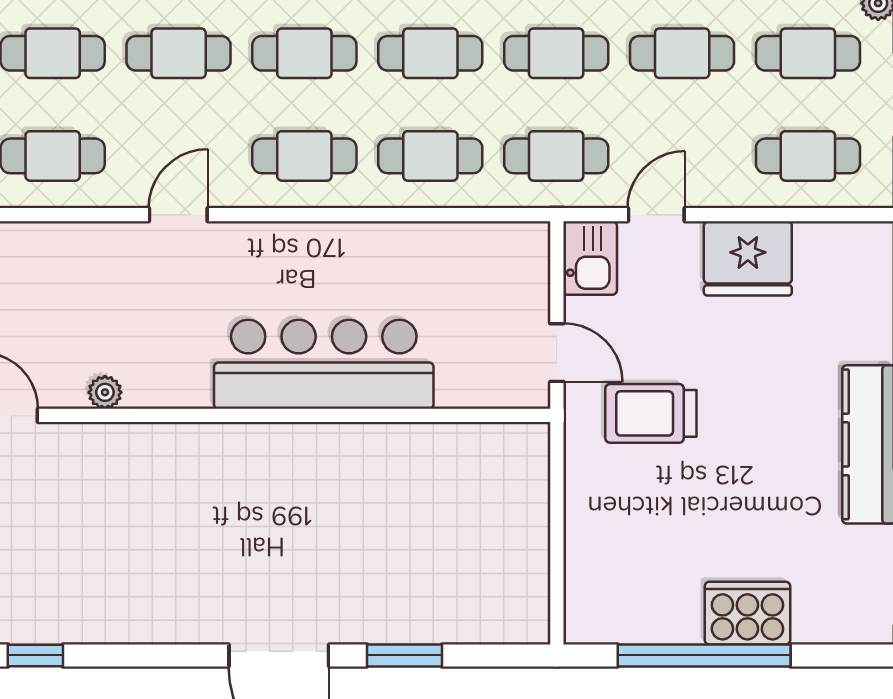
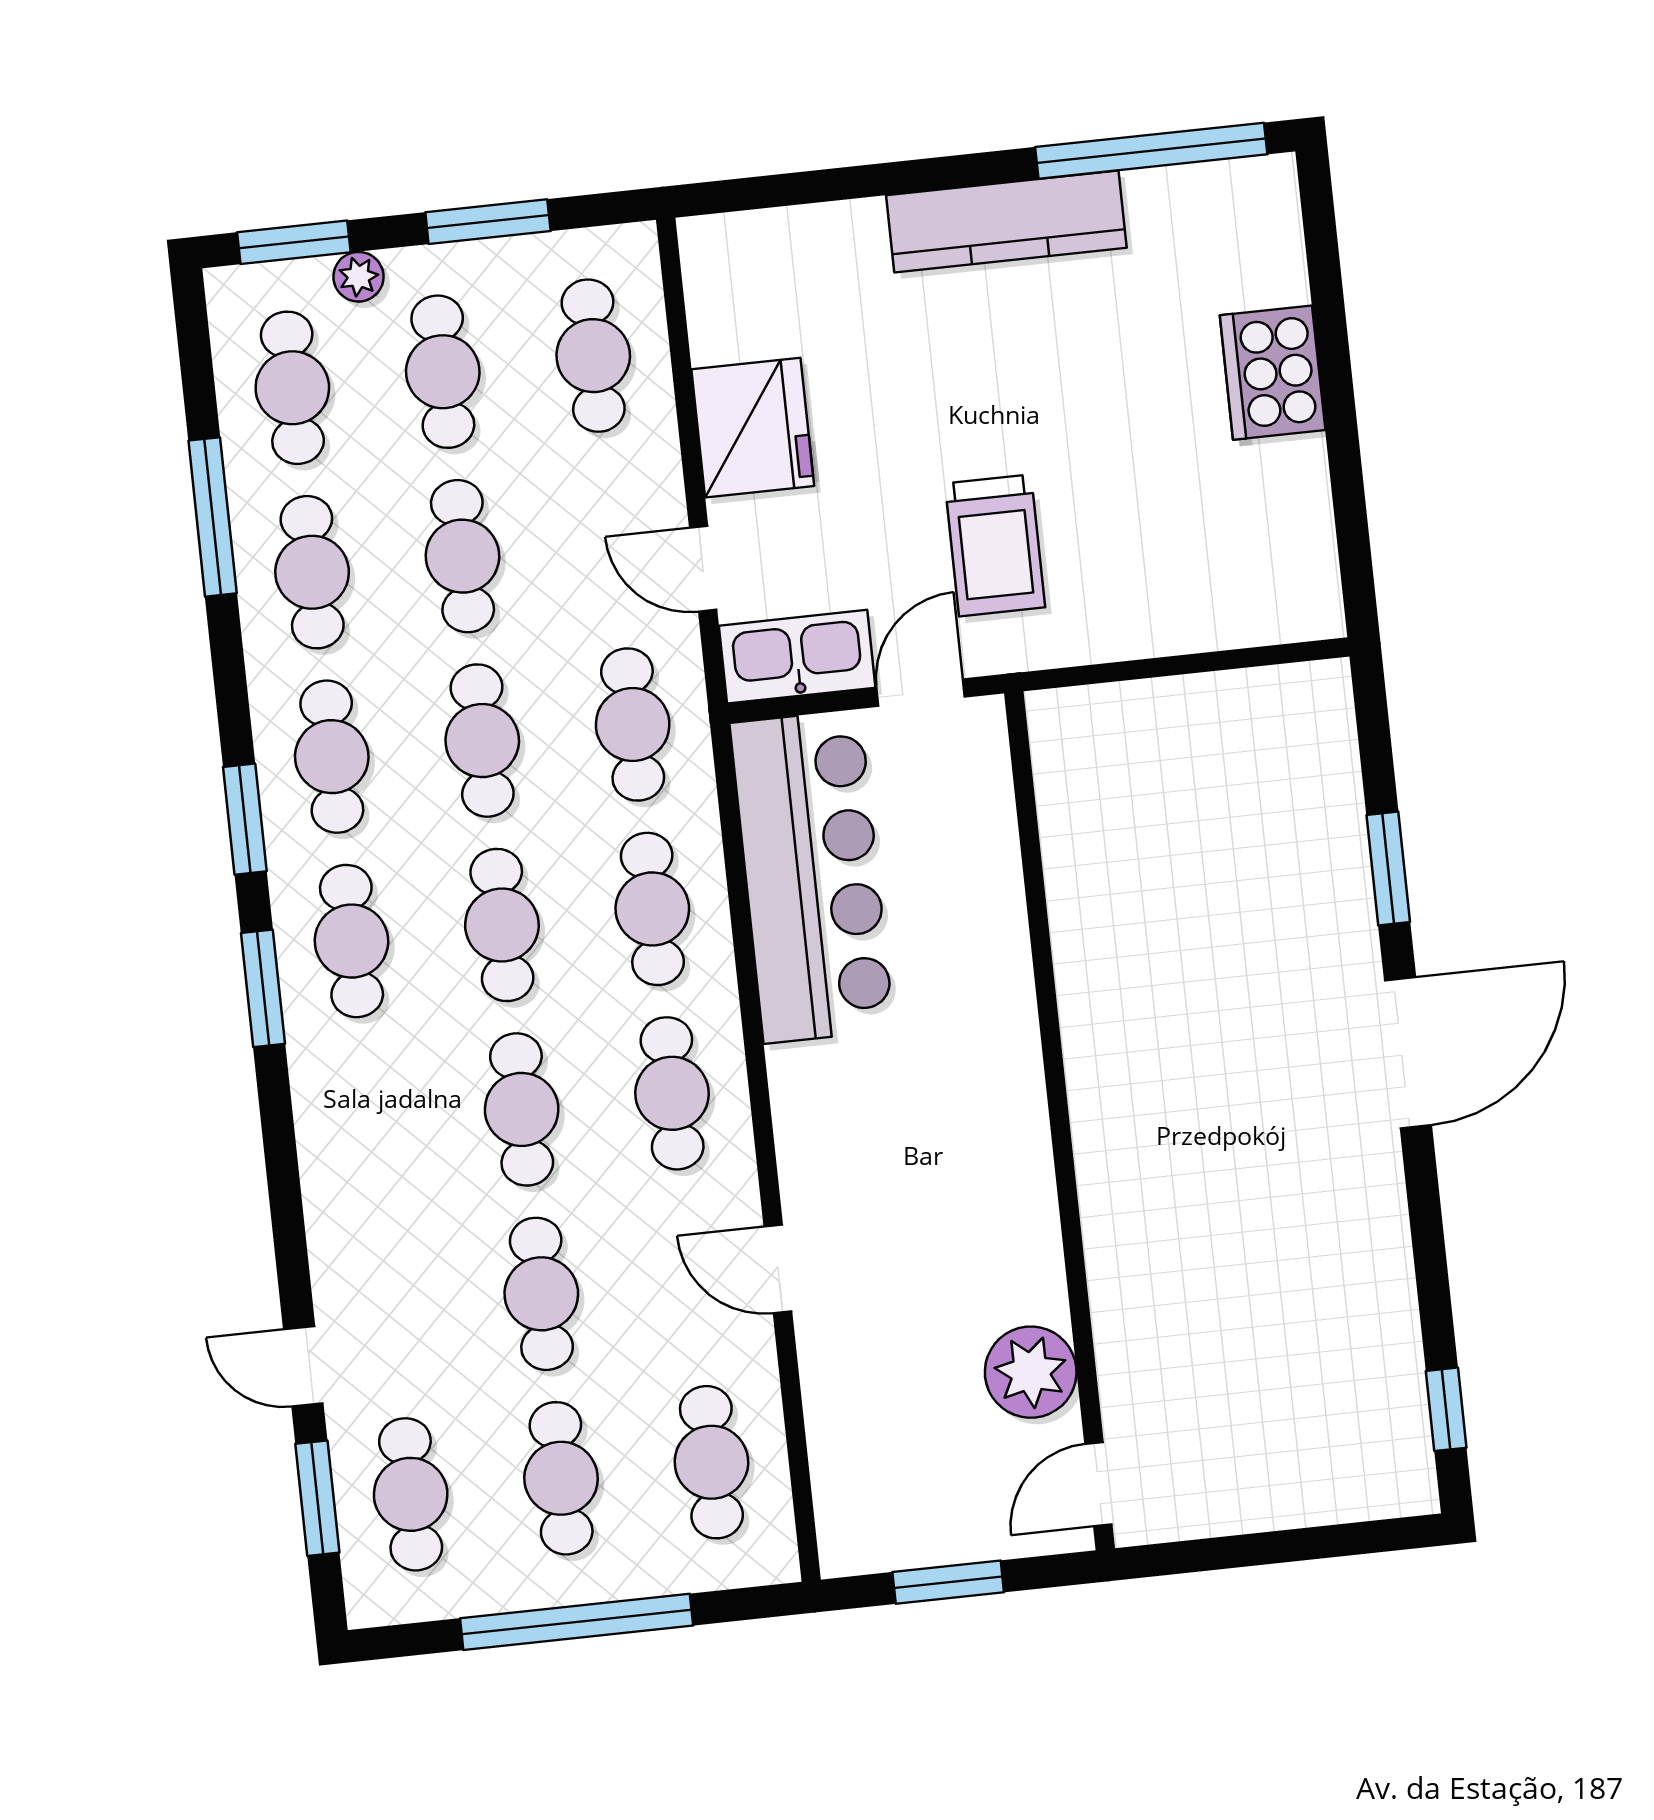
kitchen sink: (590, 258) -> (797, 657), width x1.38
bar counter: (324, 364) -> (812, 877), moved, turned 180
plant: (105, 392) -> (1031, 1372), width x1.88, depth x1.88
window: (704, 655) -> (1341, 429), removed

